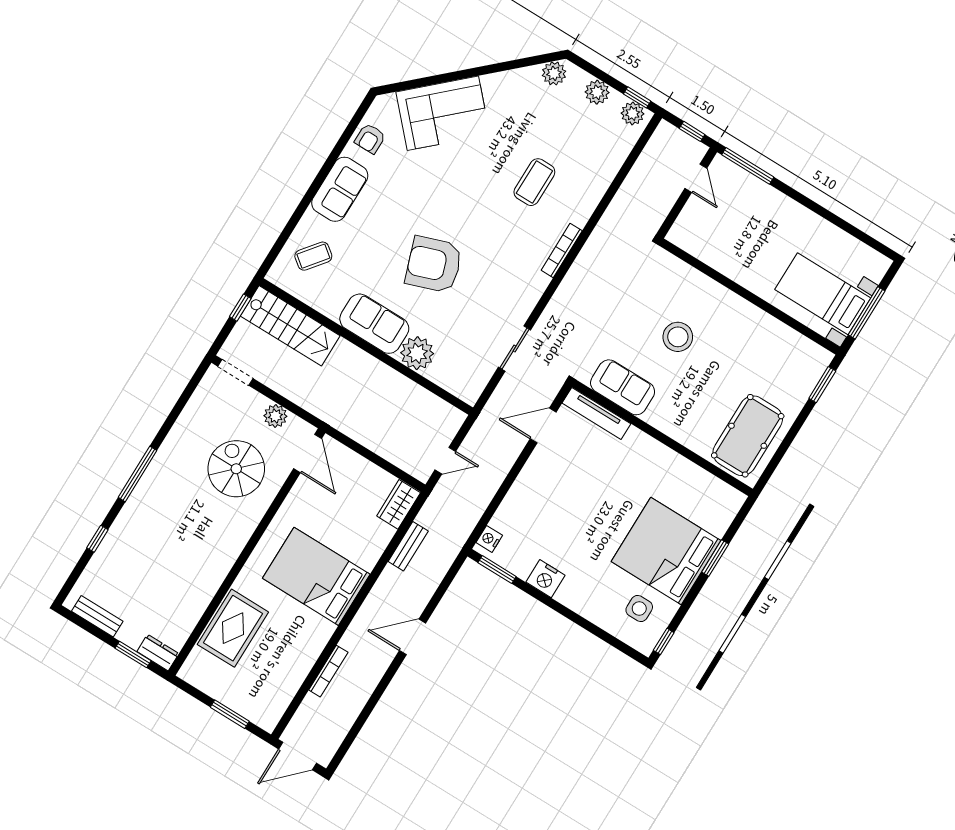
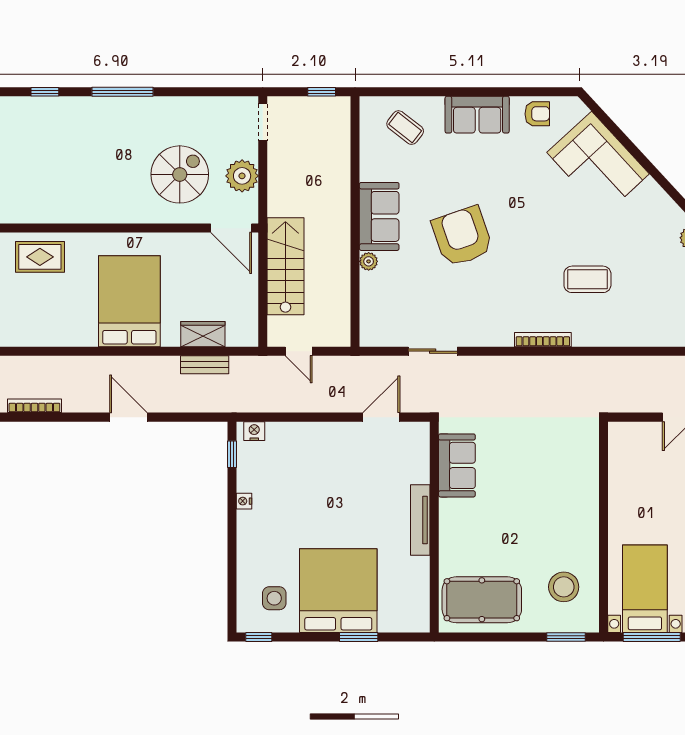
armchair: (370, 139) -> (537, 114), turned 180
stairs: (290, 326) -> (285, 266), moved, turned 180
stool: (678, 337) -> (564, 587), moved
plant: (417, 353) -> (369, 261), width x0.53, depth x0.53
tv unit: (596, 413) -> (420, 520), moved
plant: (275, 416) -> (242, 176), width x1.36, depth x1.36
door: (543, 425) -> (381, 417), hinge flipped
door: (308, 453) -> (231, 228), hinge flipped
wardrobe: (399, 504) -> (203, 334), moved
window: (497, 570) -> (232, 454), width x0.67
nightstand: (545, 579) -> (244, 501), width x0.53, depth x0.56
rug: (233, 628) -> (40, 257), width x0.73, depth x0.70
bookcase: (328, 671) -> (34, 406), moved, turned 180

